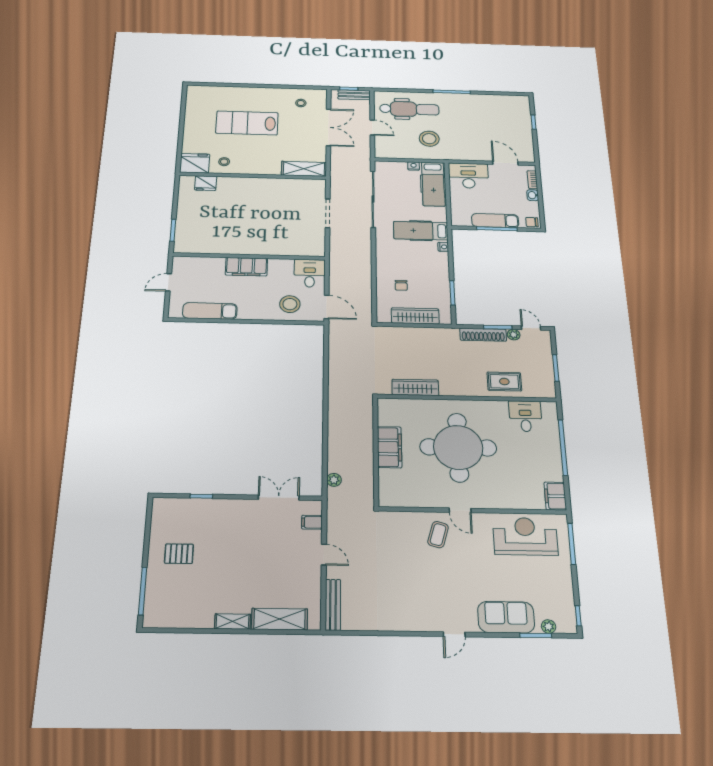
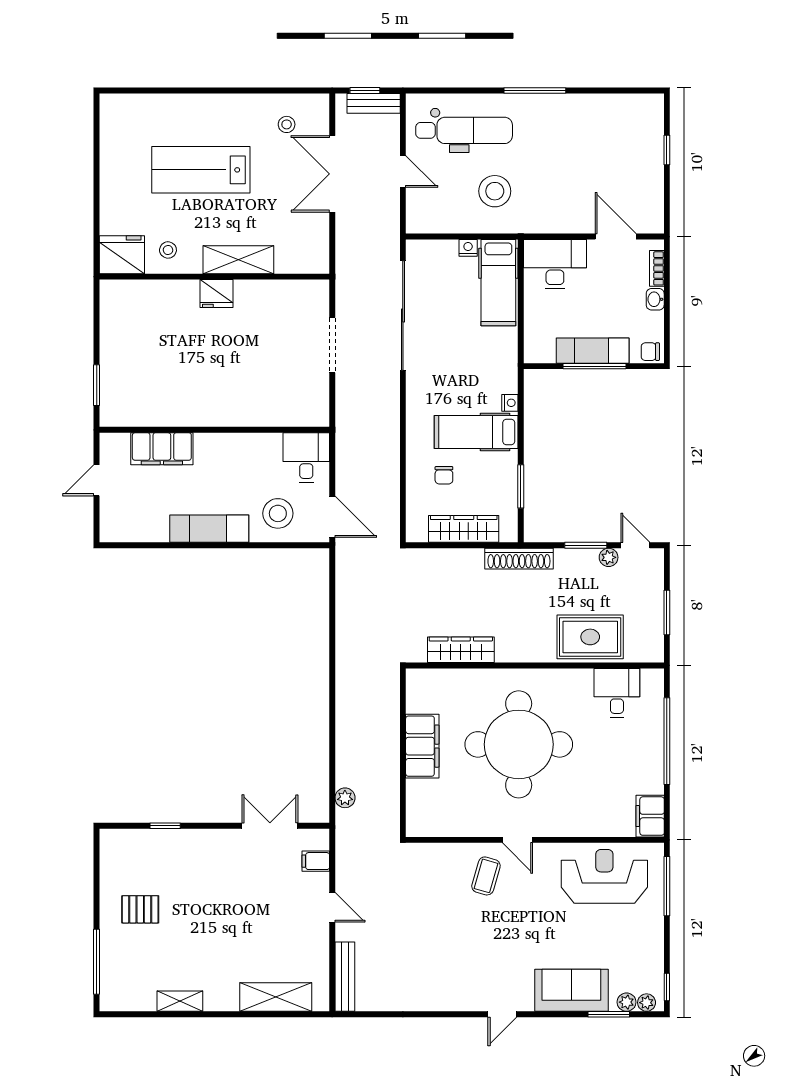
double door: (329, 127) -> (332, 174), swing flipped
shelving: (304, 169) -> (238, 260), moved
fridge: (206, 183) -> (216, 294), moved
hospital bed: (421, 231) -> (476, 432), moved
filing cabinet: (246, 267) -> (162, 449), moved
exam couch: (210, 311) -> (209, 529), moved
shoe rack: (483, 335) -> (519, 559), moved
rug: (504, 381) -> (590, 637), width x1.36, depth x1.43
shelving: (233, 621) -> (180, 1001), moved
plant: (564, 627) -> (647, 1003), added

